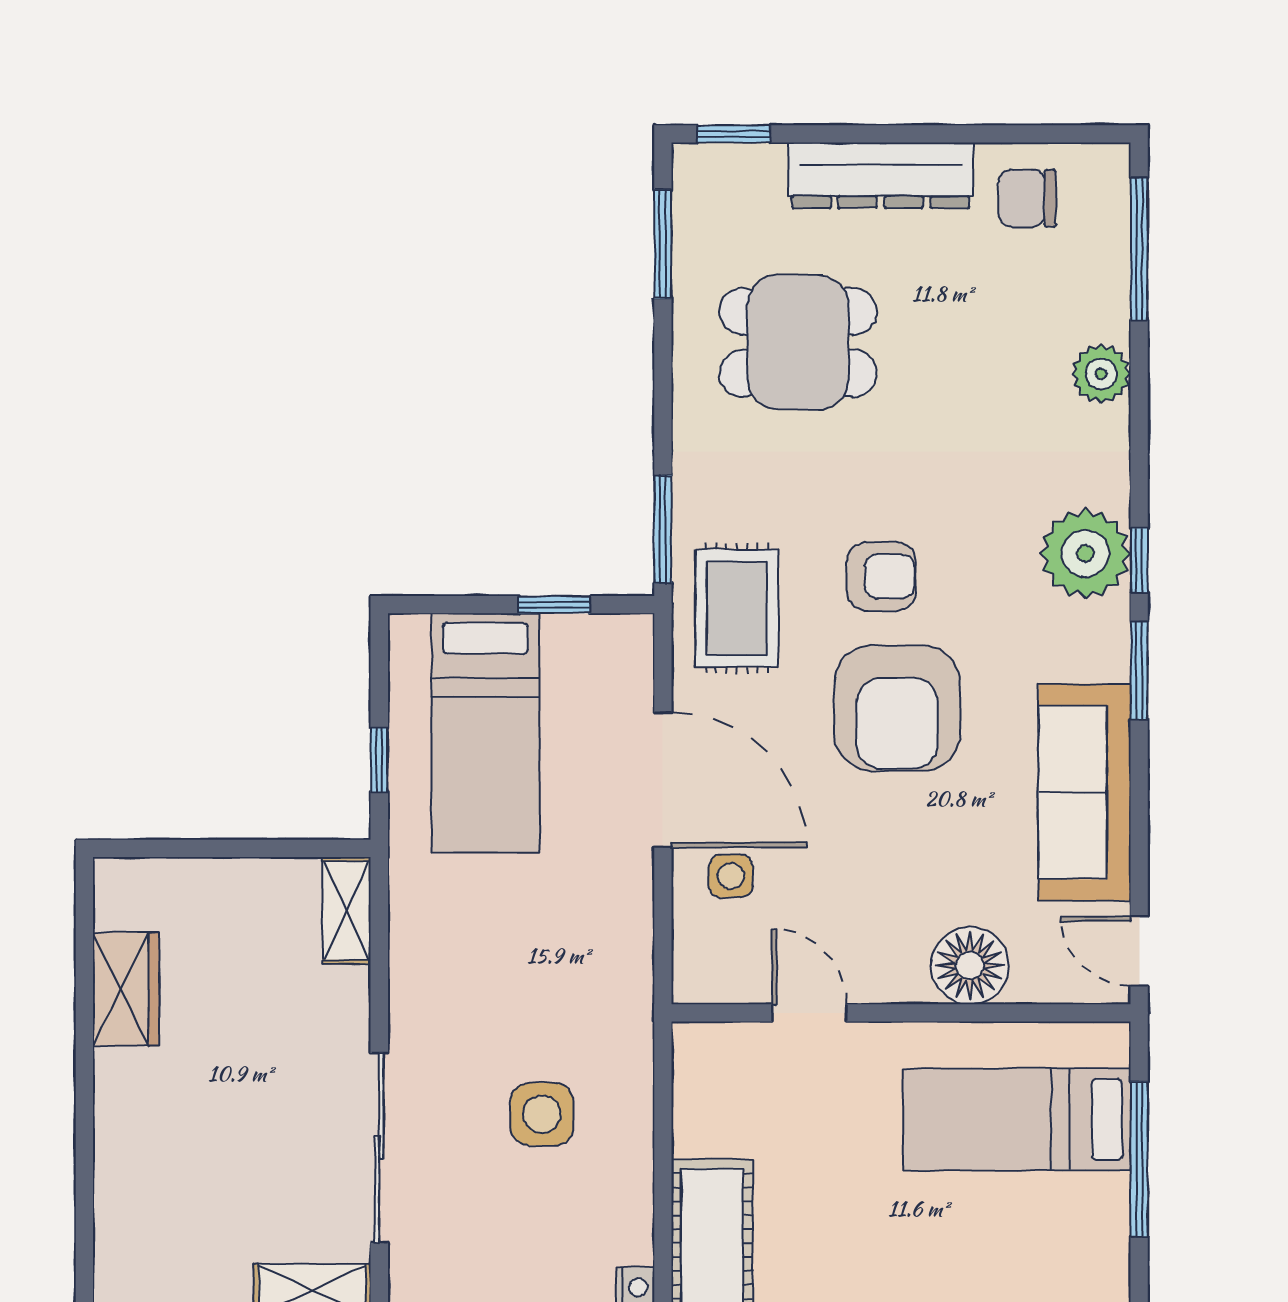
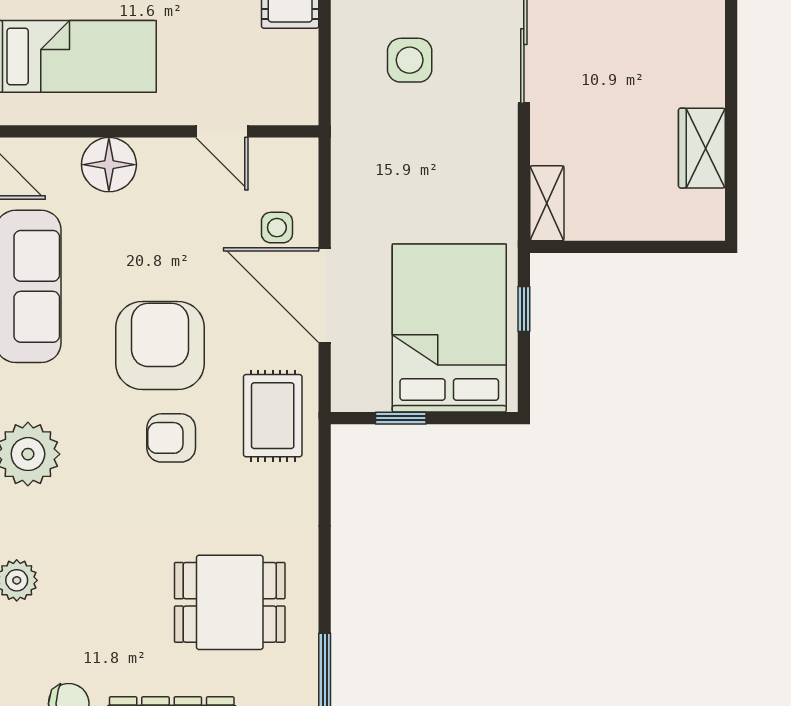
window: (663, 529) -> (325, 471), removed
bed: (486, 733) -> (449, 328), width x1.50

